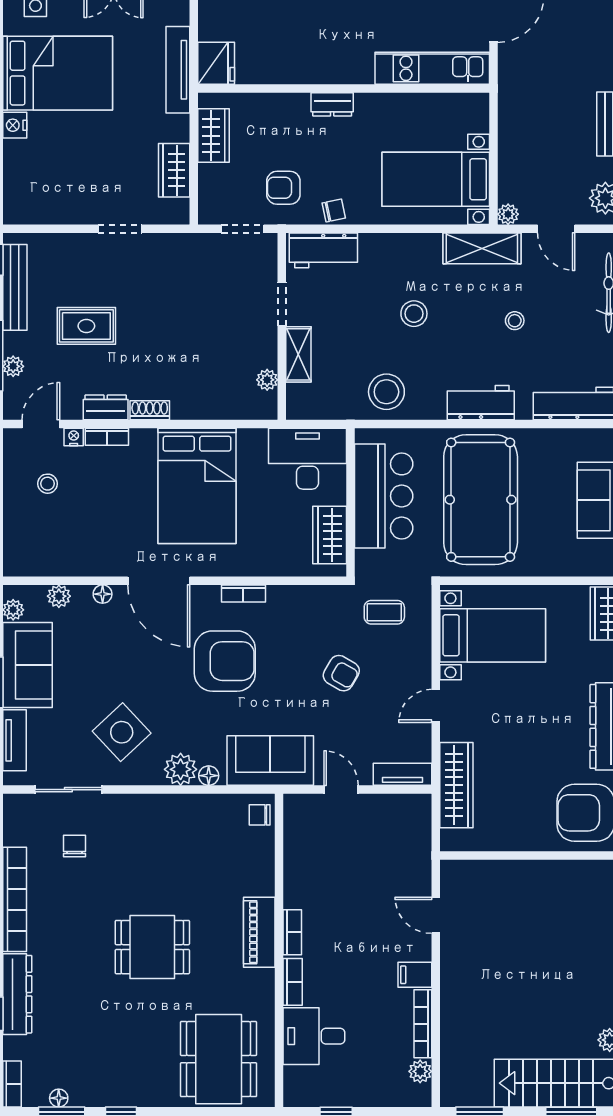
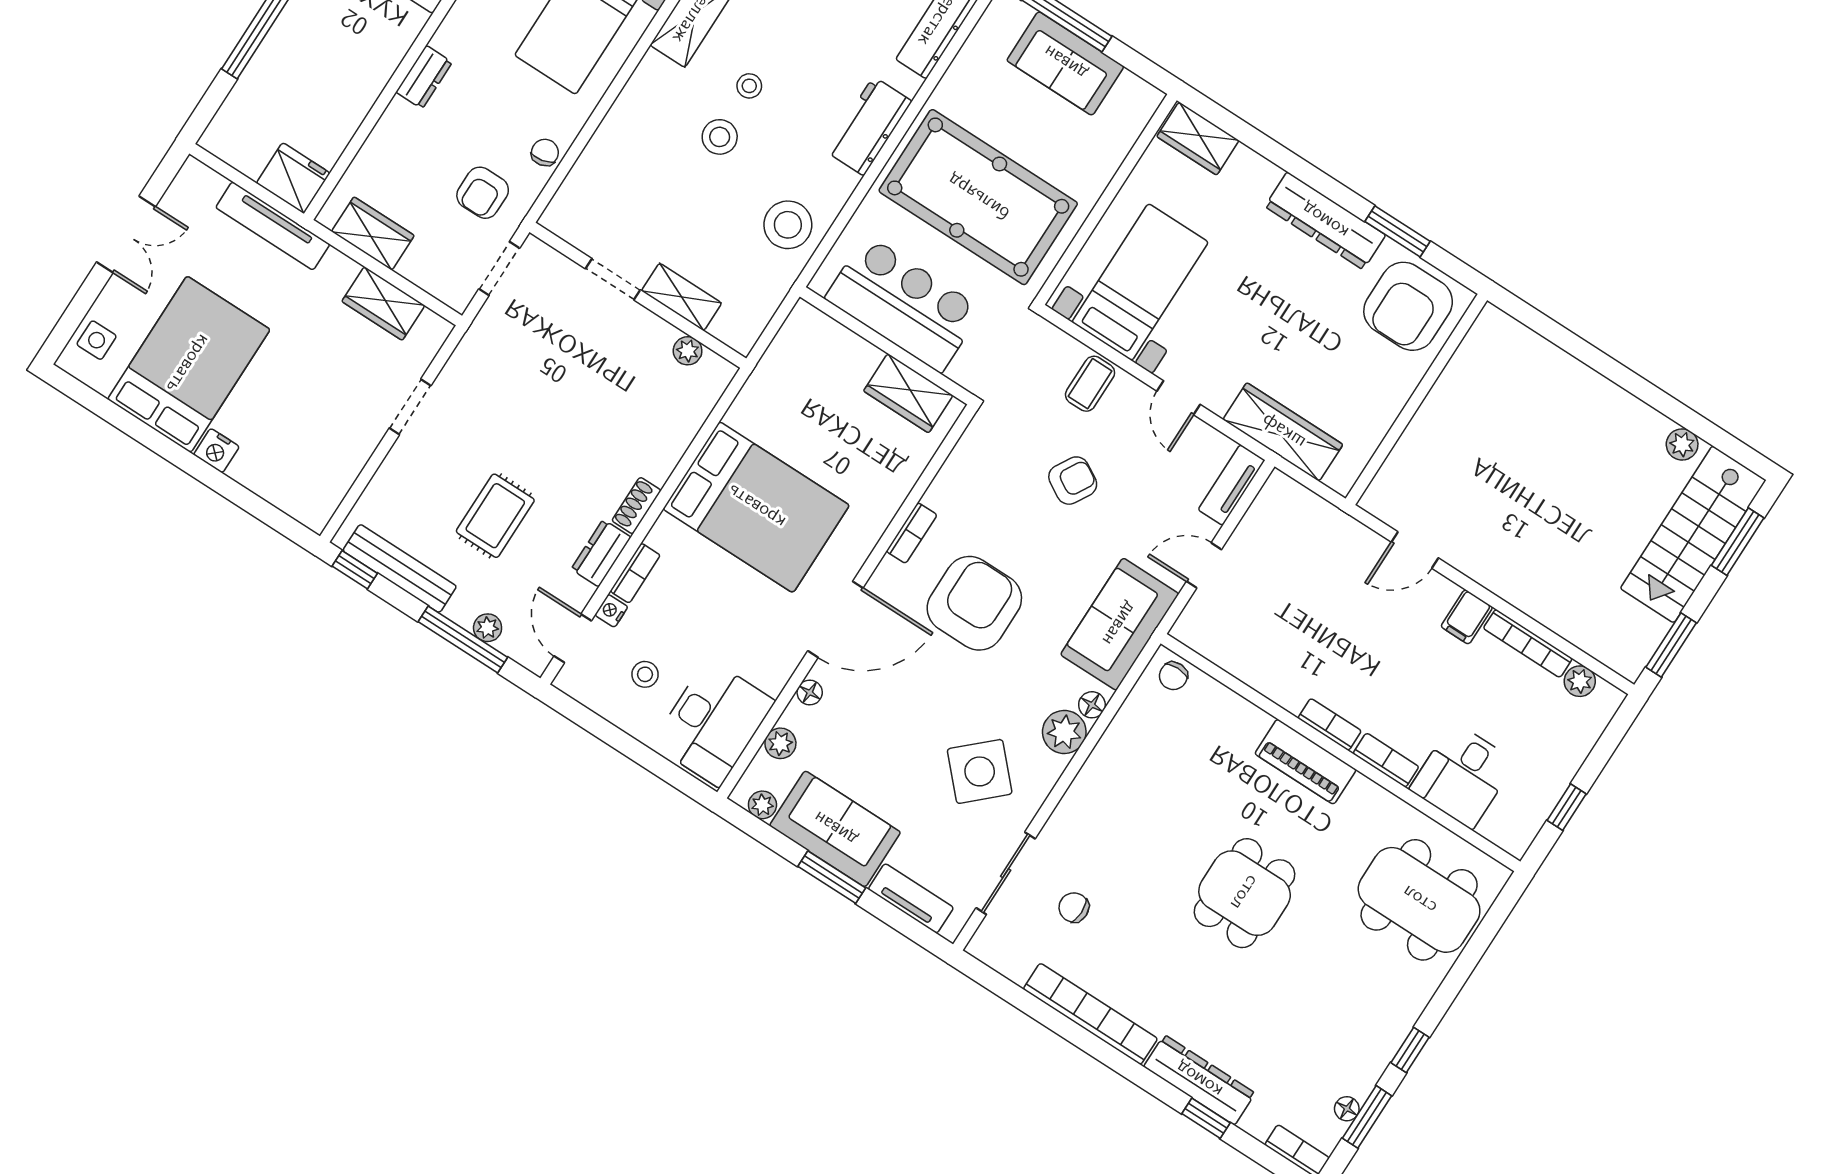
workbench: (323, 250) -> (583, 193), removed
stool: (515, 321) -> (749, 86), moved
desk: (307, 459) -> (713, 723), moved, turned 180
coffee table: (384, 612) -> (1090, 384), moved

